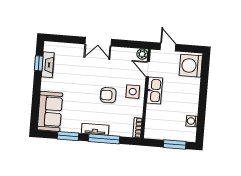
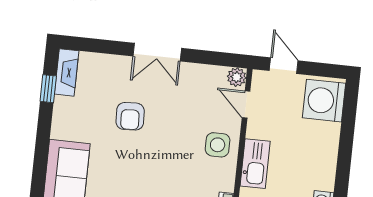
fireplace: (48, 65) -> (67, 72), moved
kitchen sink: (155, 90) -> (255, 164), moved
armchair: (108, 95) -> (130, 116), moved, turned -93

